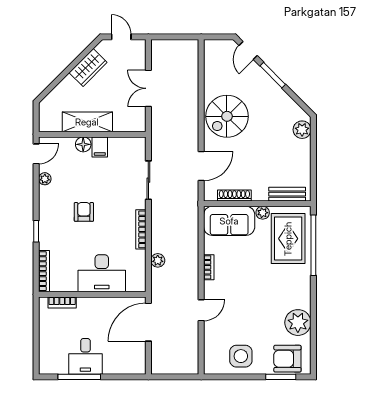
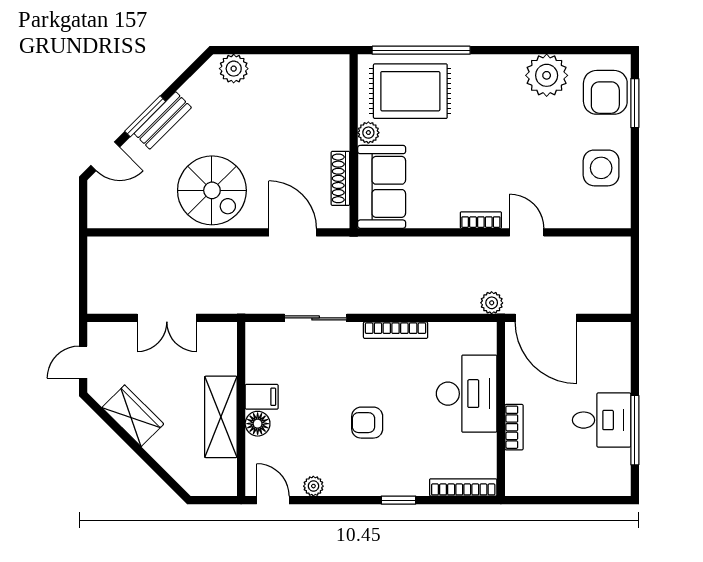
bench: (287, 194) -> (163, 120), moved, turned 45
plant: (158, 260) -> (492, 303), moved
bookcase: (209, 267) -> (481, 220), moved
bookcase: (62, 302) -> (514, 427), moved

